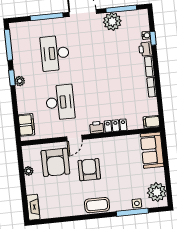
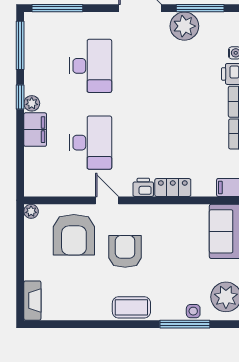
window: (47, 17) -> (57, 8), moved
desk: (55, 53) -> (91, 66), turned 180
filing cabinet: (27, 125) -> (35, 130), moved
door: (74, 138) -> (107, 200), swing flipped
plant: (29, 171) -> (31, 211), moved

